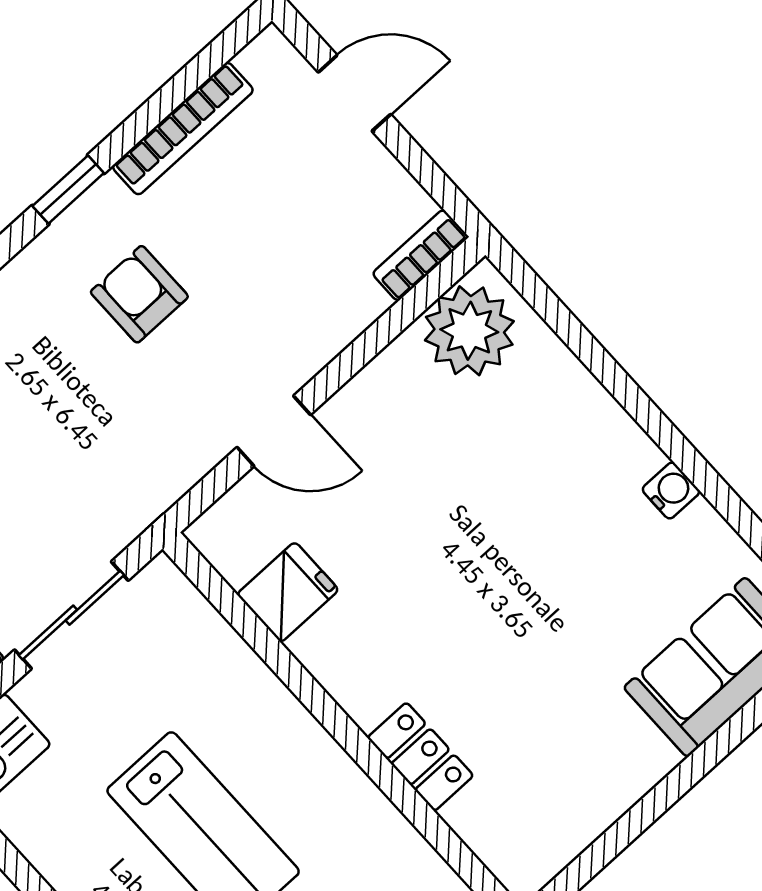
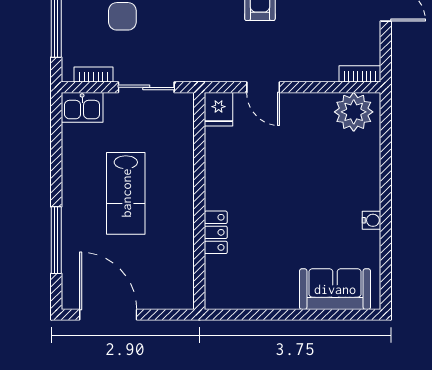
fridge: (288, 592) -> (219, 109), moved, turned 90

